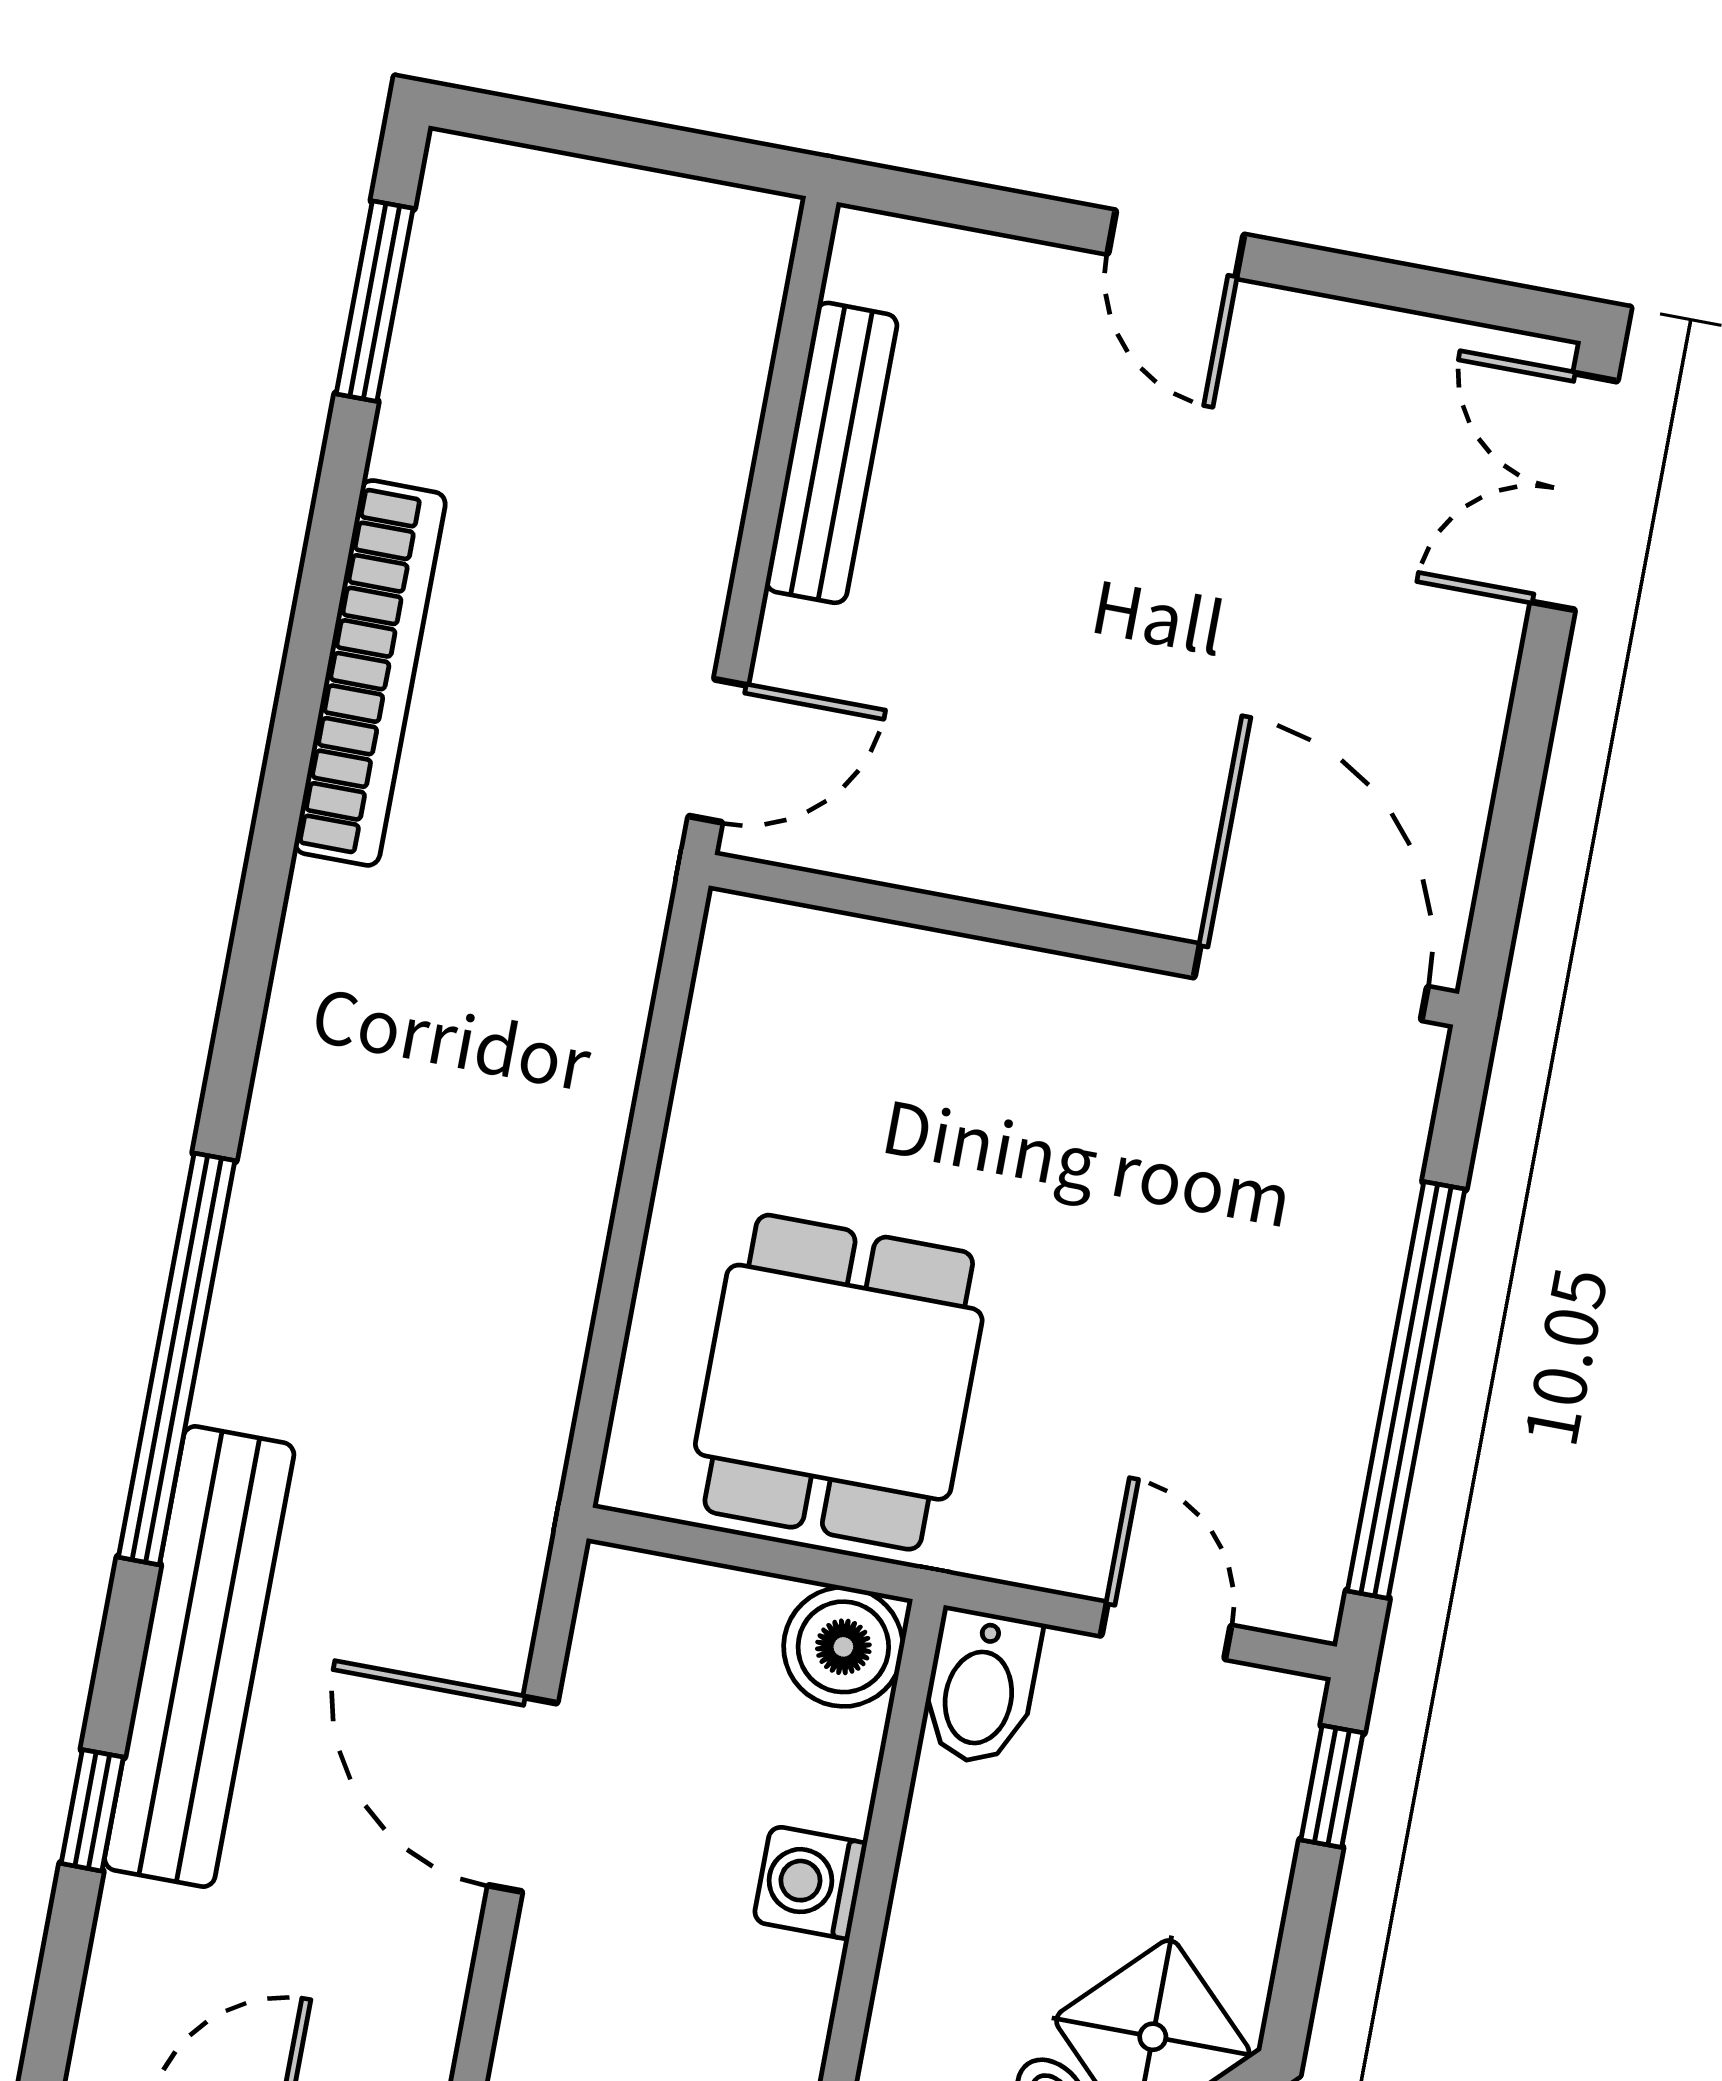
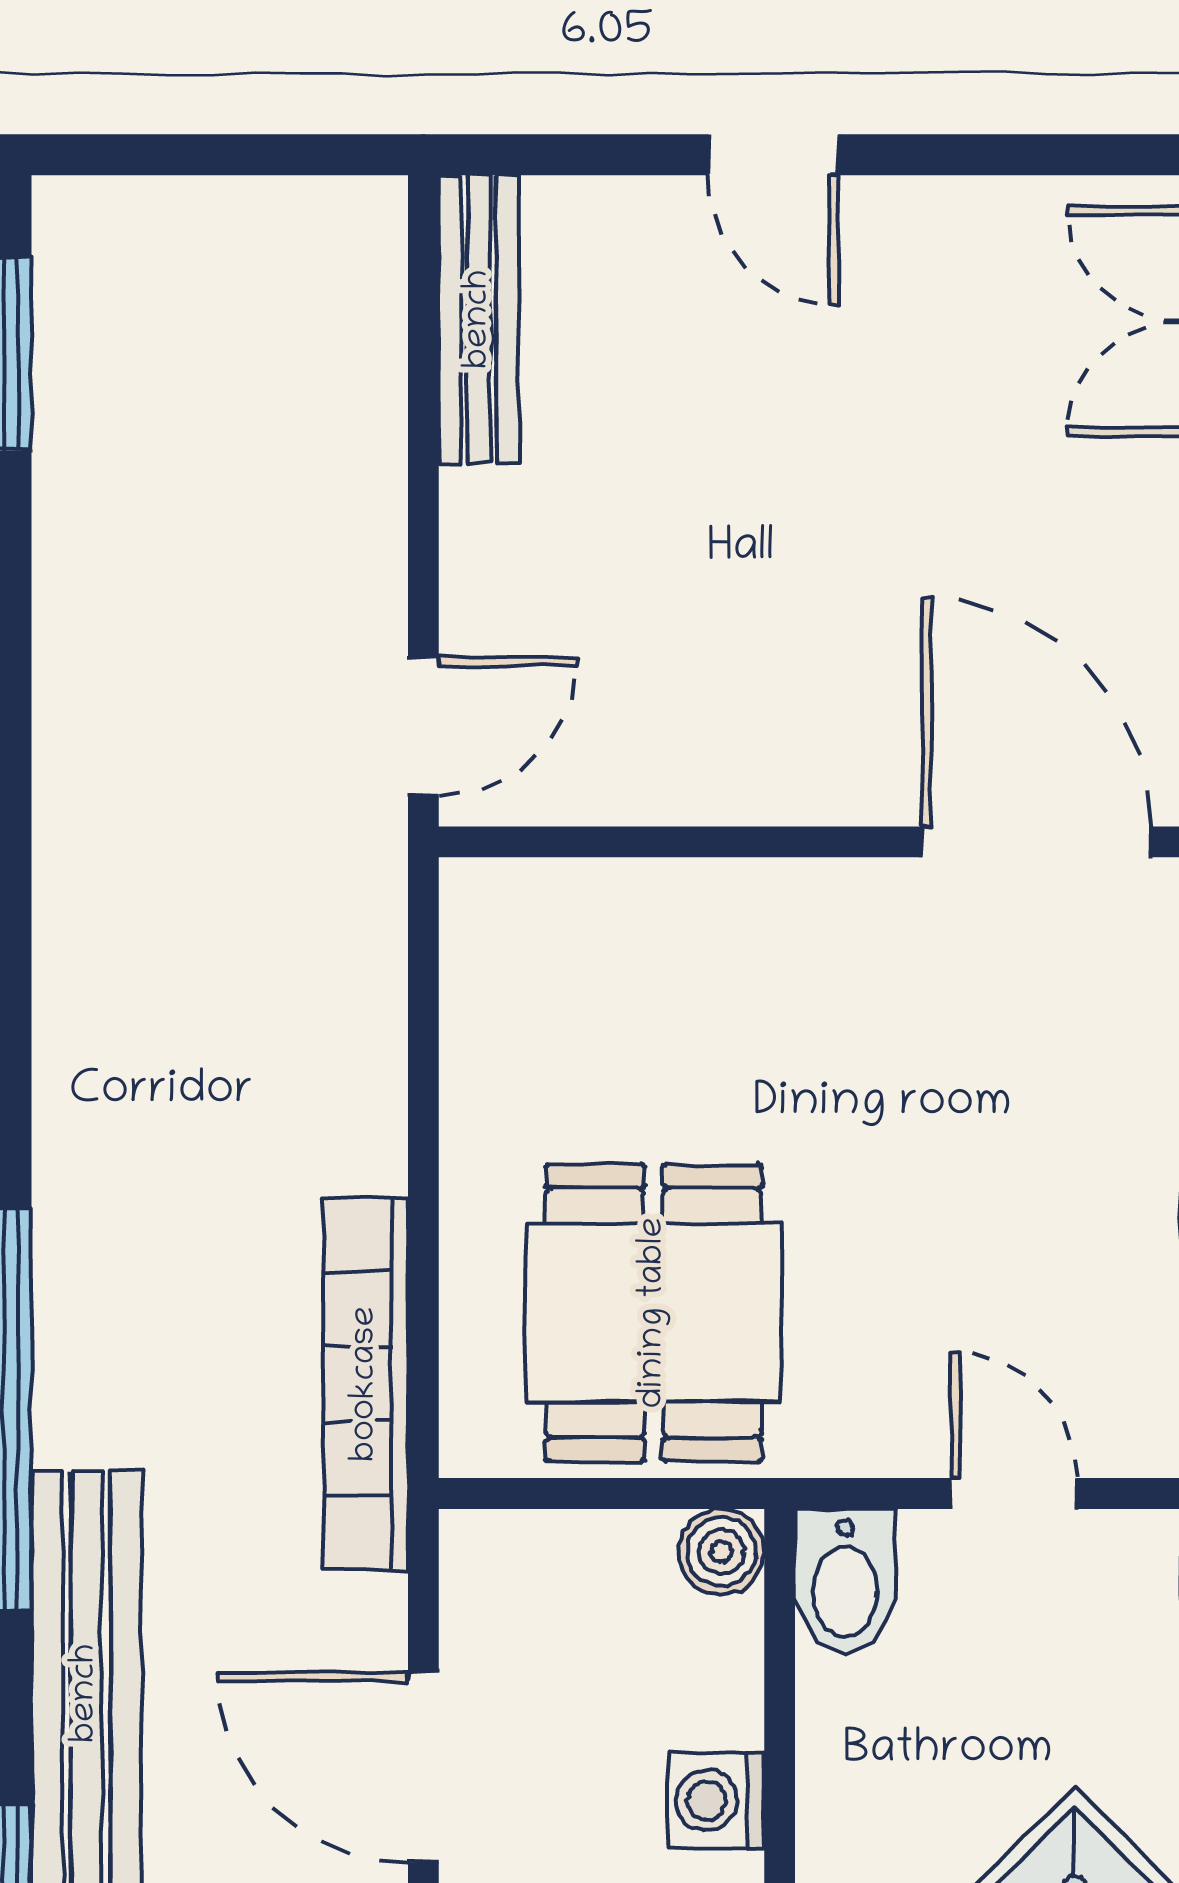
bench: (832, 453) -> (479, 319), moved
bookcase: (370, 673) -> (366, 1384), moved, turned 180
boiler: (843, 1647) -> (721, 1552), width x0.73, depth x0.73

